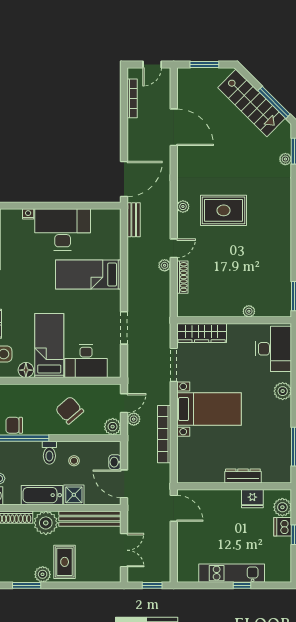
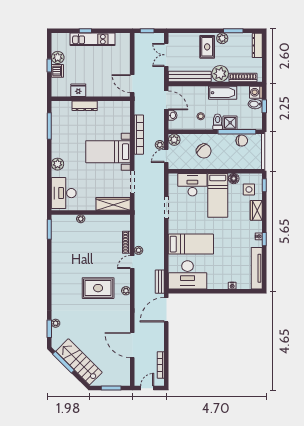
desk: (63, 230) -> (188, 275), moved
shower: (74, 495) -> (230, 123), moved
plant: (282, 507) -> (58, 57), moved

